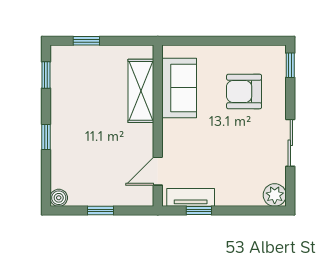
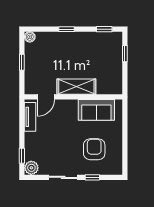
window: (290, 65) -> (92, 177), moved
shelving: (141, 91) -> (76, 87), moved
door: (158, 171) -> (46, 97), swing flipped
window: (199, 211) -> (22, 156), moved

